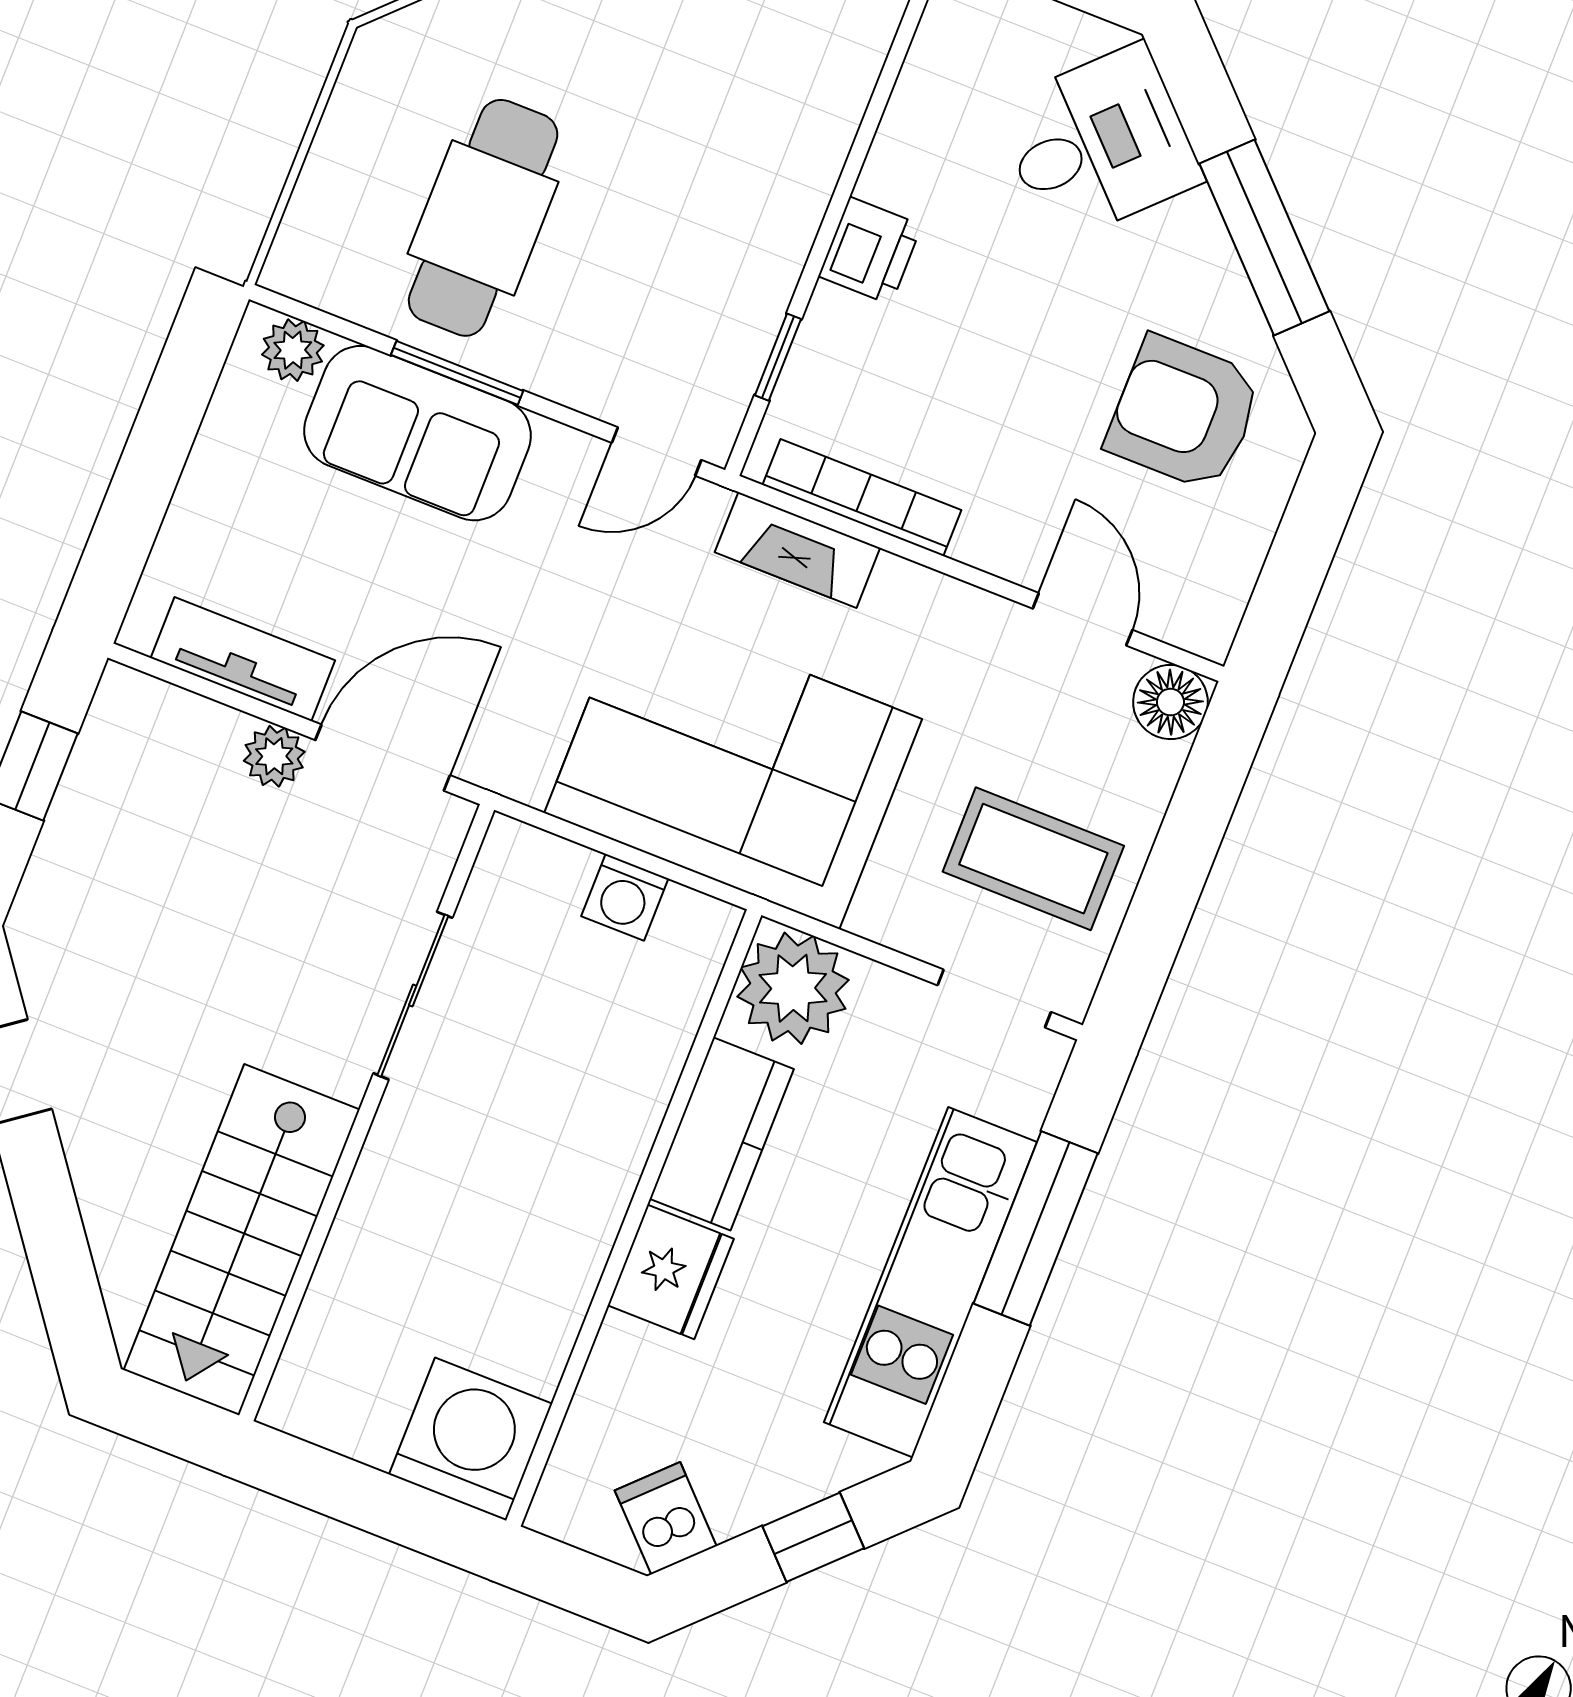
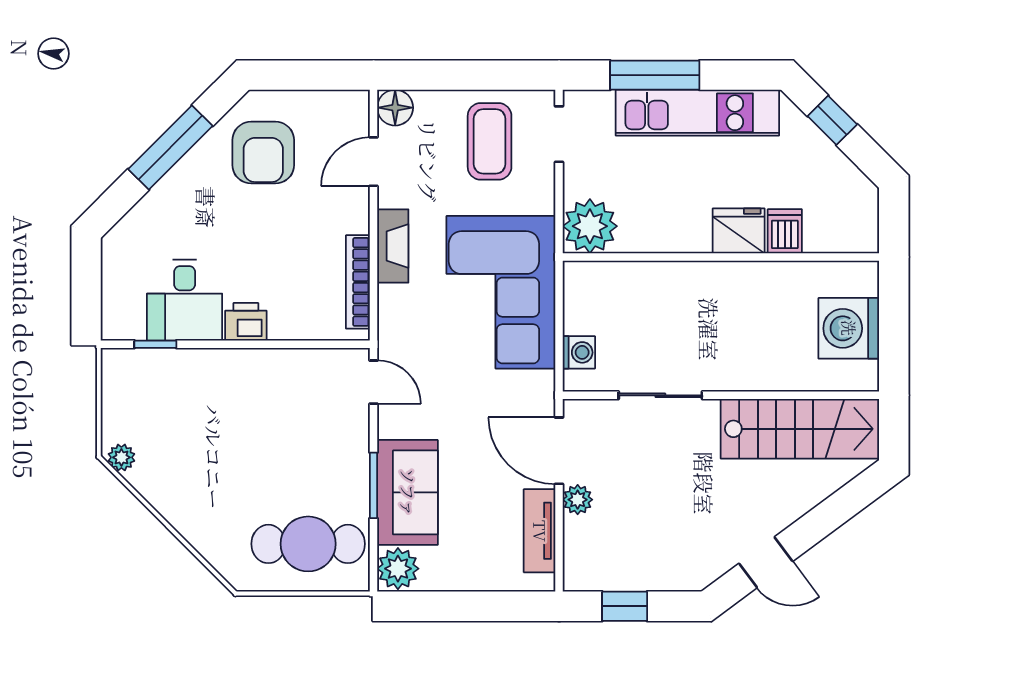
desk: (1099, 143) -> (185, 300), moved, turned -135
cafe table: (483, 218) -> (308, 544), moved
plant: (293, 350) -> (398, 569), width x1.38, depth x1.38
window: (778, 357) -> (155, 344), moved
fireplace: (797, 550) -> (393, 246), moved
washing machine: (625, 897) -> (579, 352), moved
kitchen counter: (722, 1134) -> (668, 232), removed
washing machine: (471, 1439) -> (849, 328), moved
dishwasher: (666, 1518) -> (785, 231), moved, turned 135

